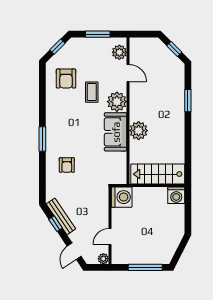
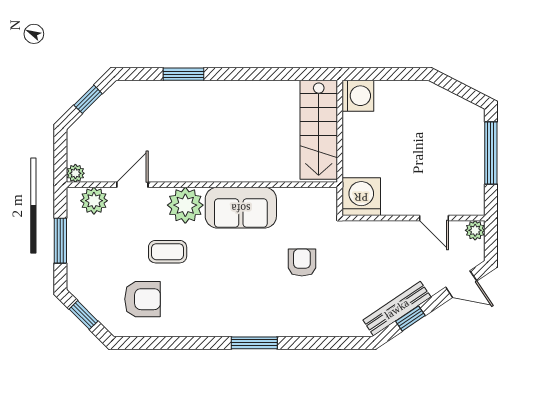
plant: (139, 131) -> (75, 173), moved, width x0.53, depth x0.53
armchair: (67, 165) -> (302, 262), moved, turned -90

